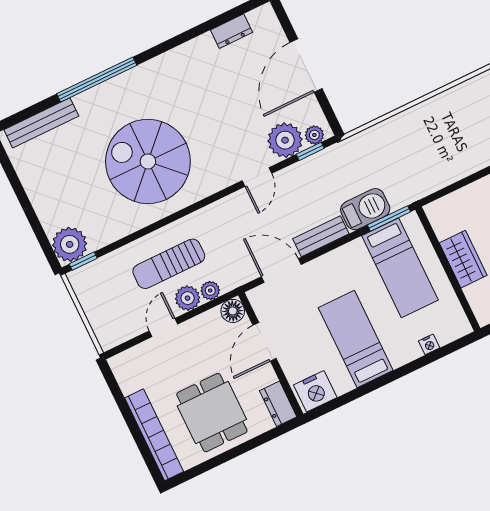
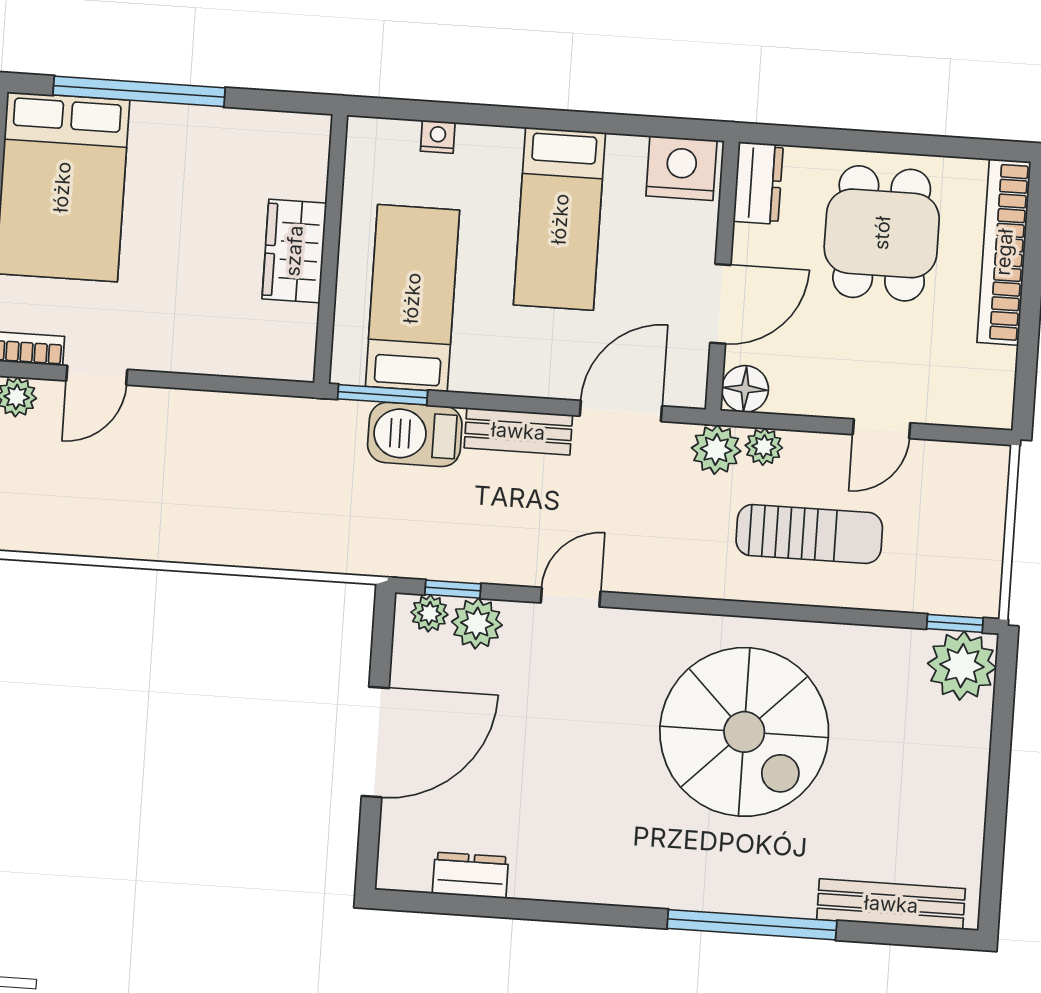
plant: (285, 140) -> (477, 623), width x0.73, depth x0.73
door: (281, 271) -> (621, 411), swing flipped
plant: (188, 298) -> (716, 449), moved

